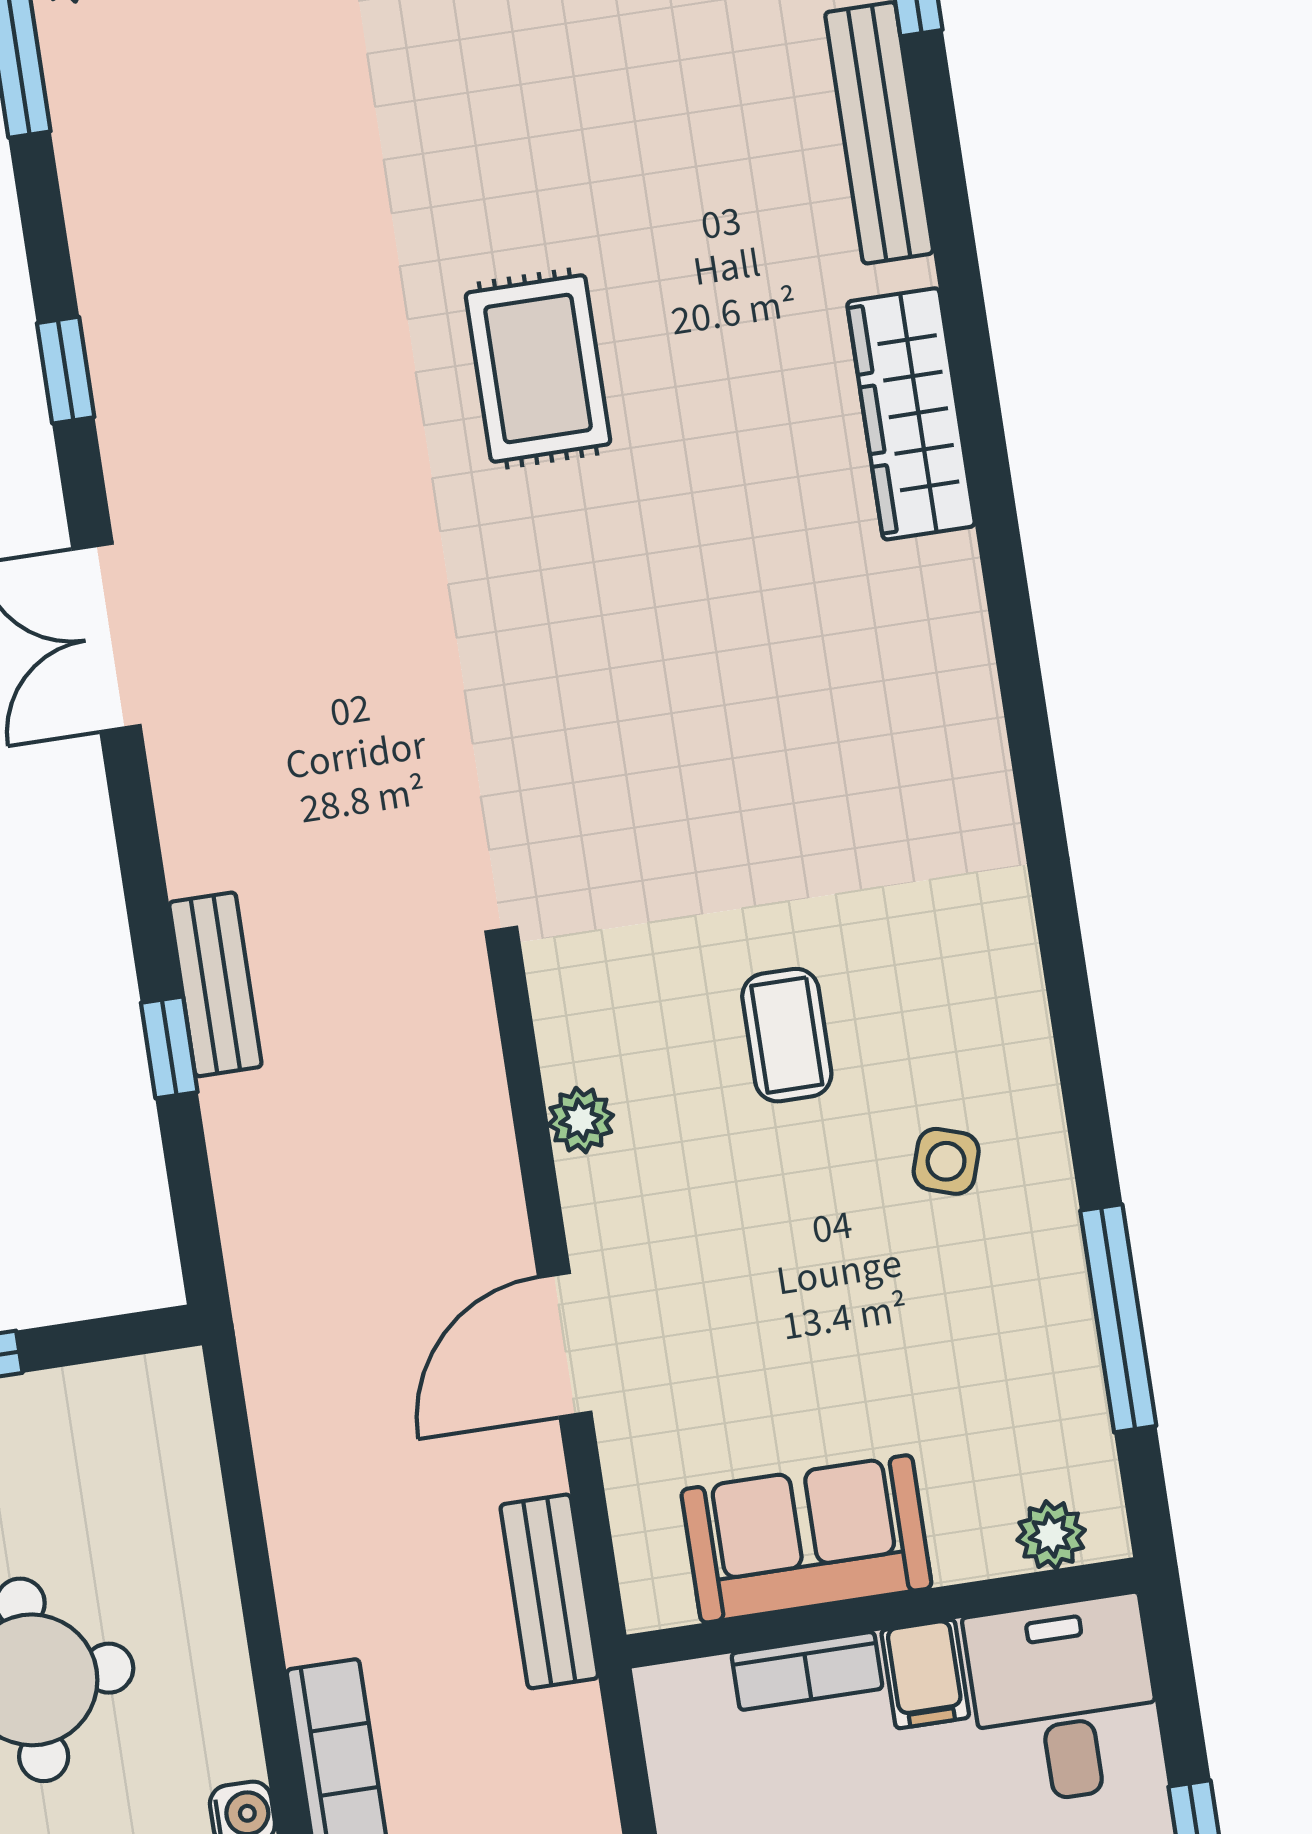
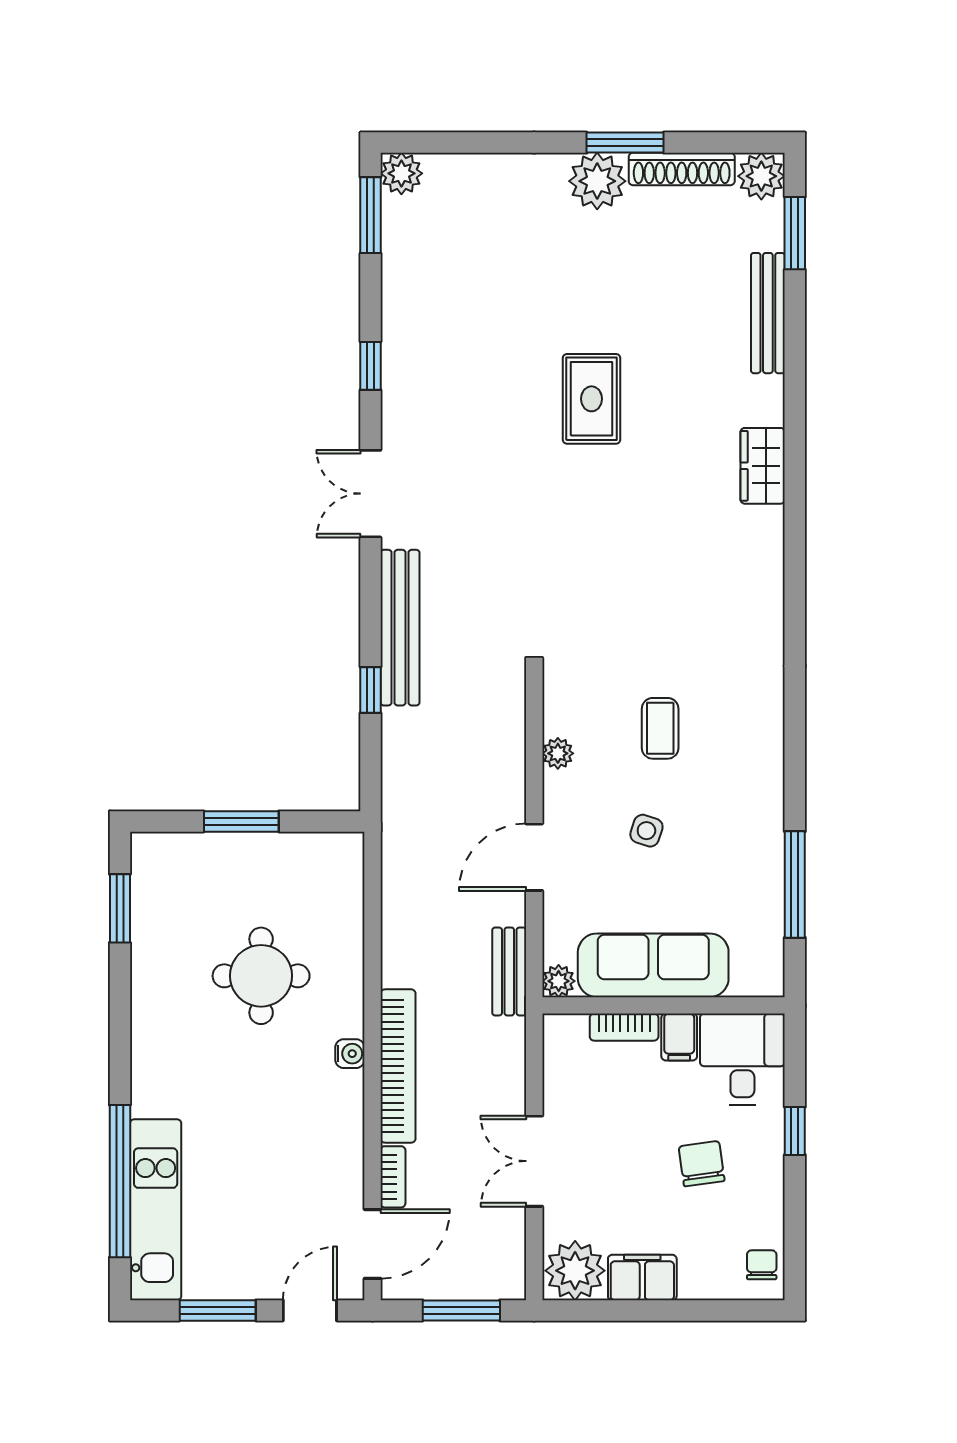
wardrobe: (911, 414) -> (763, 466), width x0.67
bench: (215, 984) -> (400, 628), width x1.86, depth x1.21
side table: (946, 1161) -> (646, 831), moved
plant: (1051, 1535) -> (559, 981), moved
sofa: (806, 1539) -> (653, 965), width x1.36

